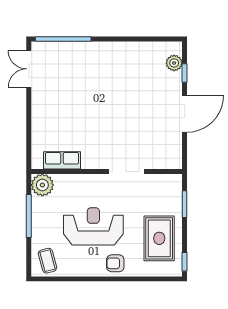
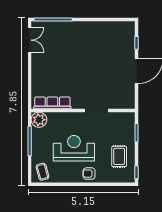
plant: (174, 63) -> (129, 36), removed
double door: (29, 69) -> (30, 40), swing flipped
row of seats: (62, 160) -> (52, 103), width x1.48
rug: (159, 238) -> (119, 156), width x0.73, depth x0.70

